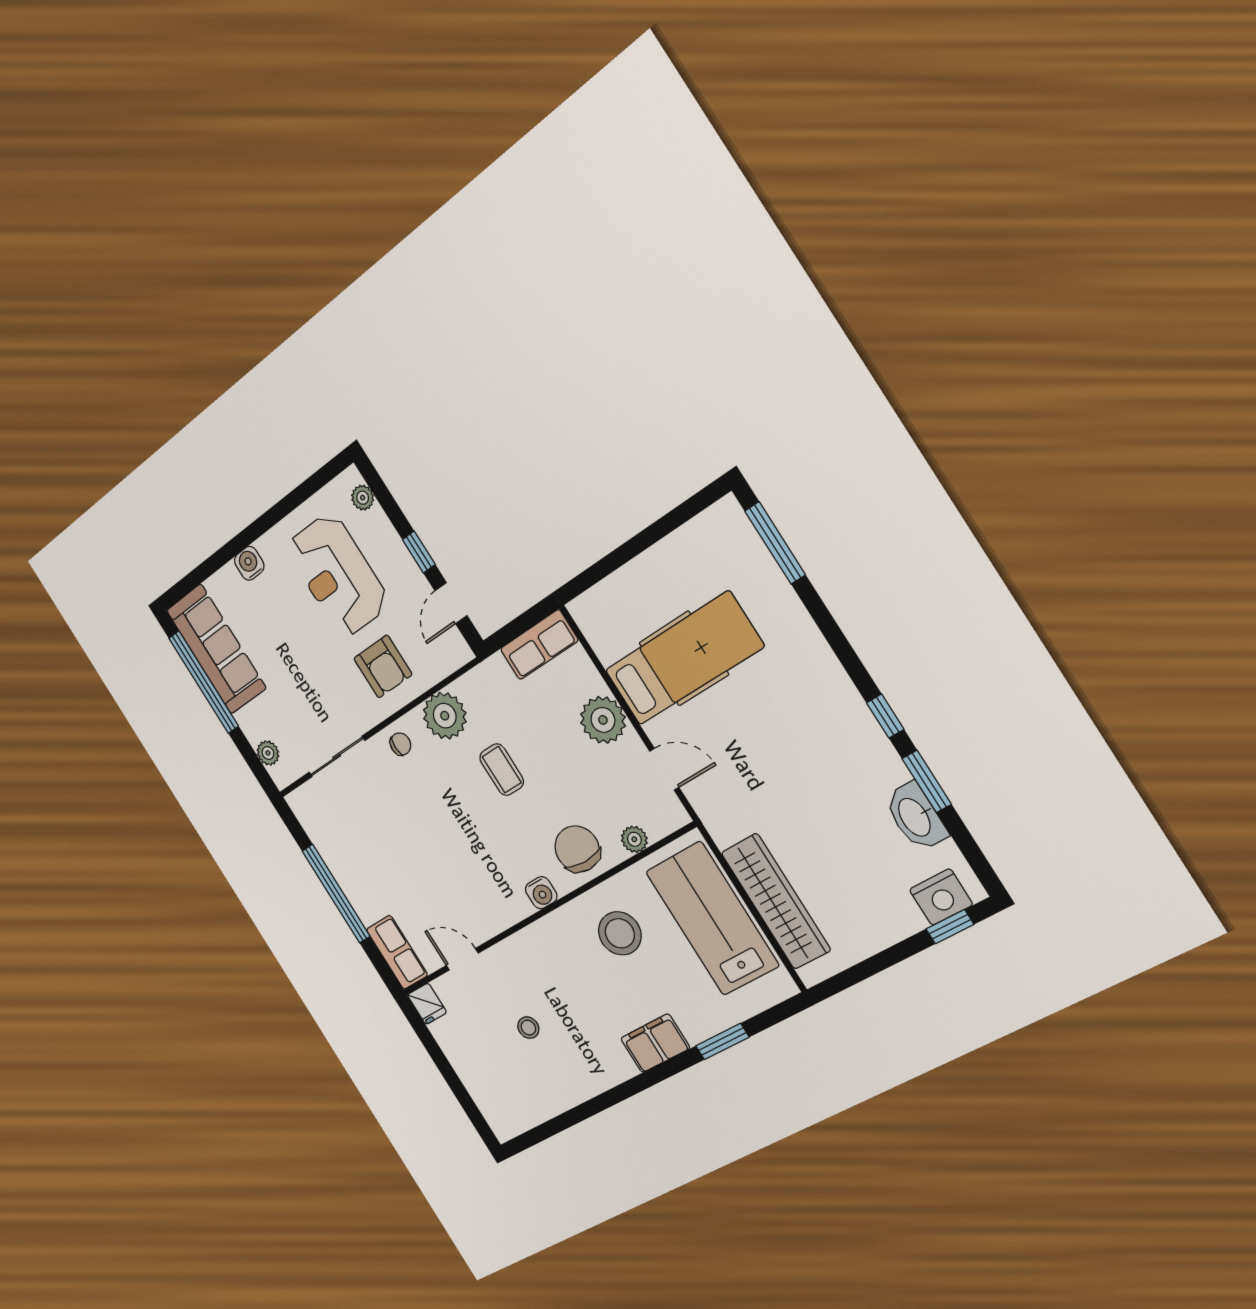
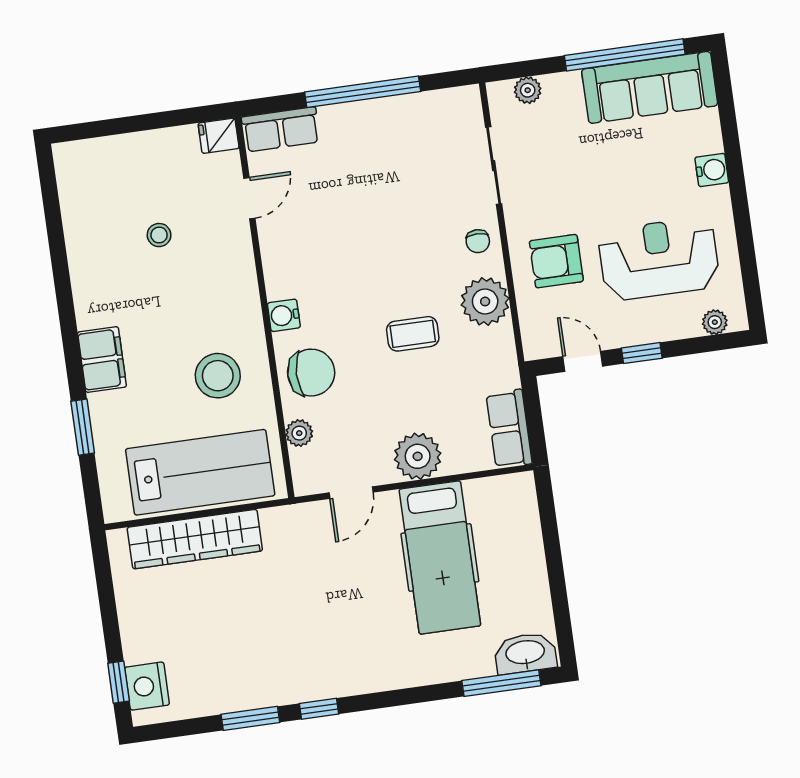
washbasin: (915, 817) -> (525, 653), moved

